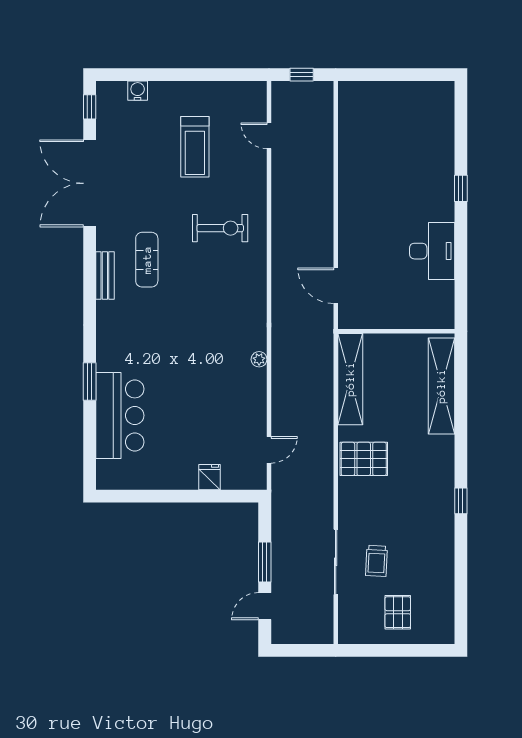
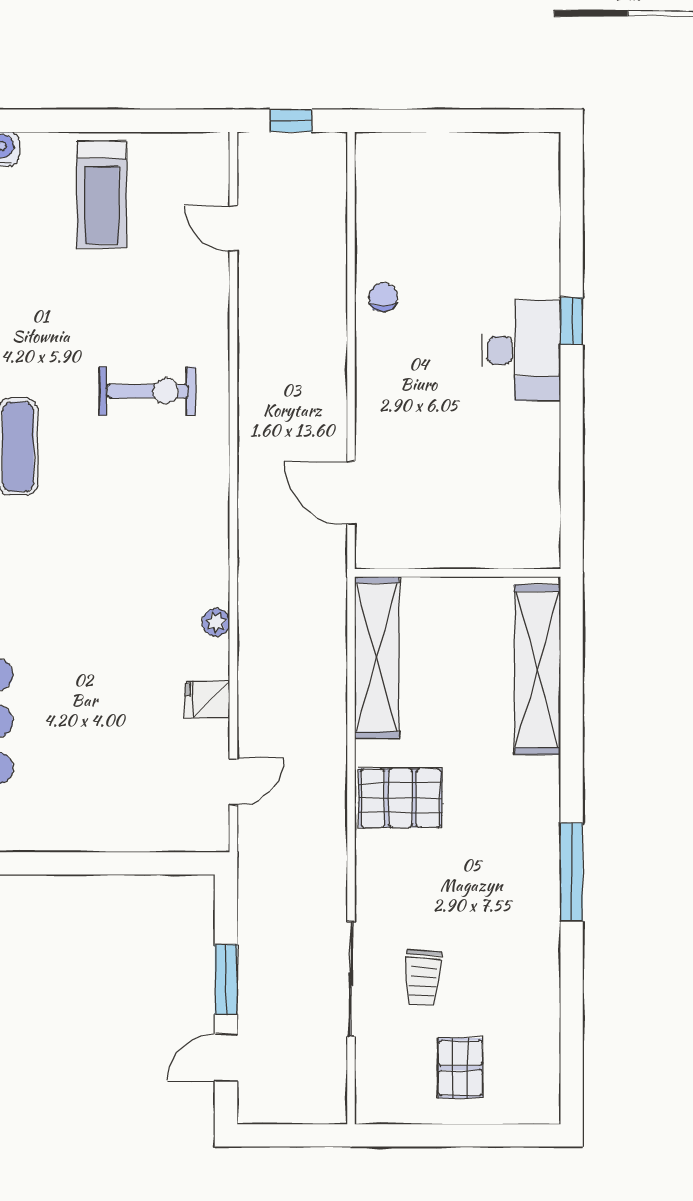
treadmill: (195, 147) -> (102, 194), moved
chair: (354, 175) -> (383, 297), added
desk: (432, 251) -> (521, 350), moved
fridge: (209, 477) -> (207, 699), moved, turned -90
window: (461, 501) -> (572, 872), width x2.17

